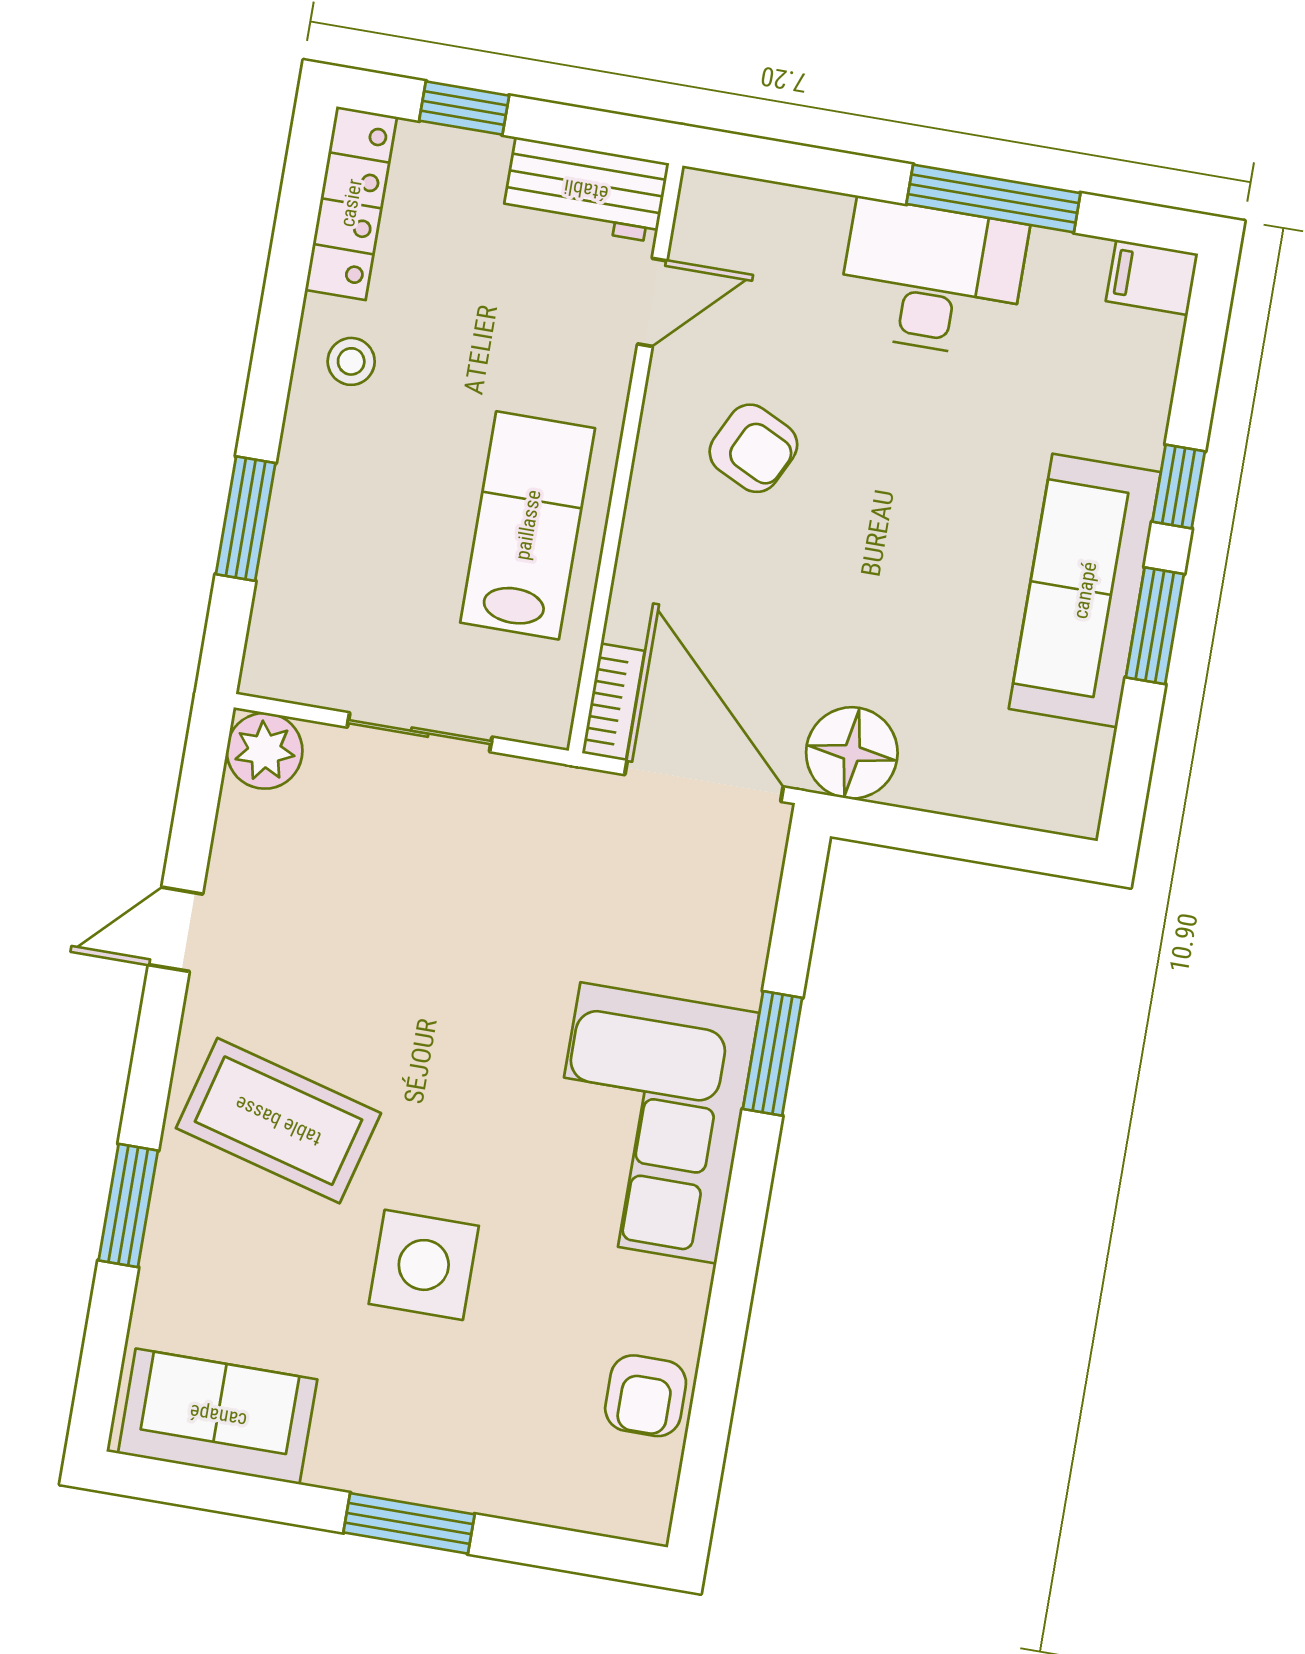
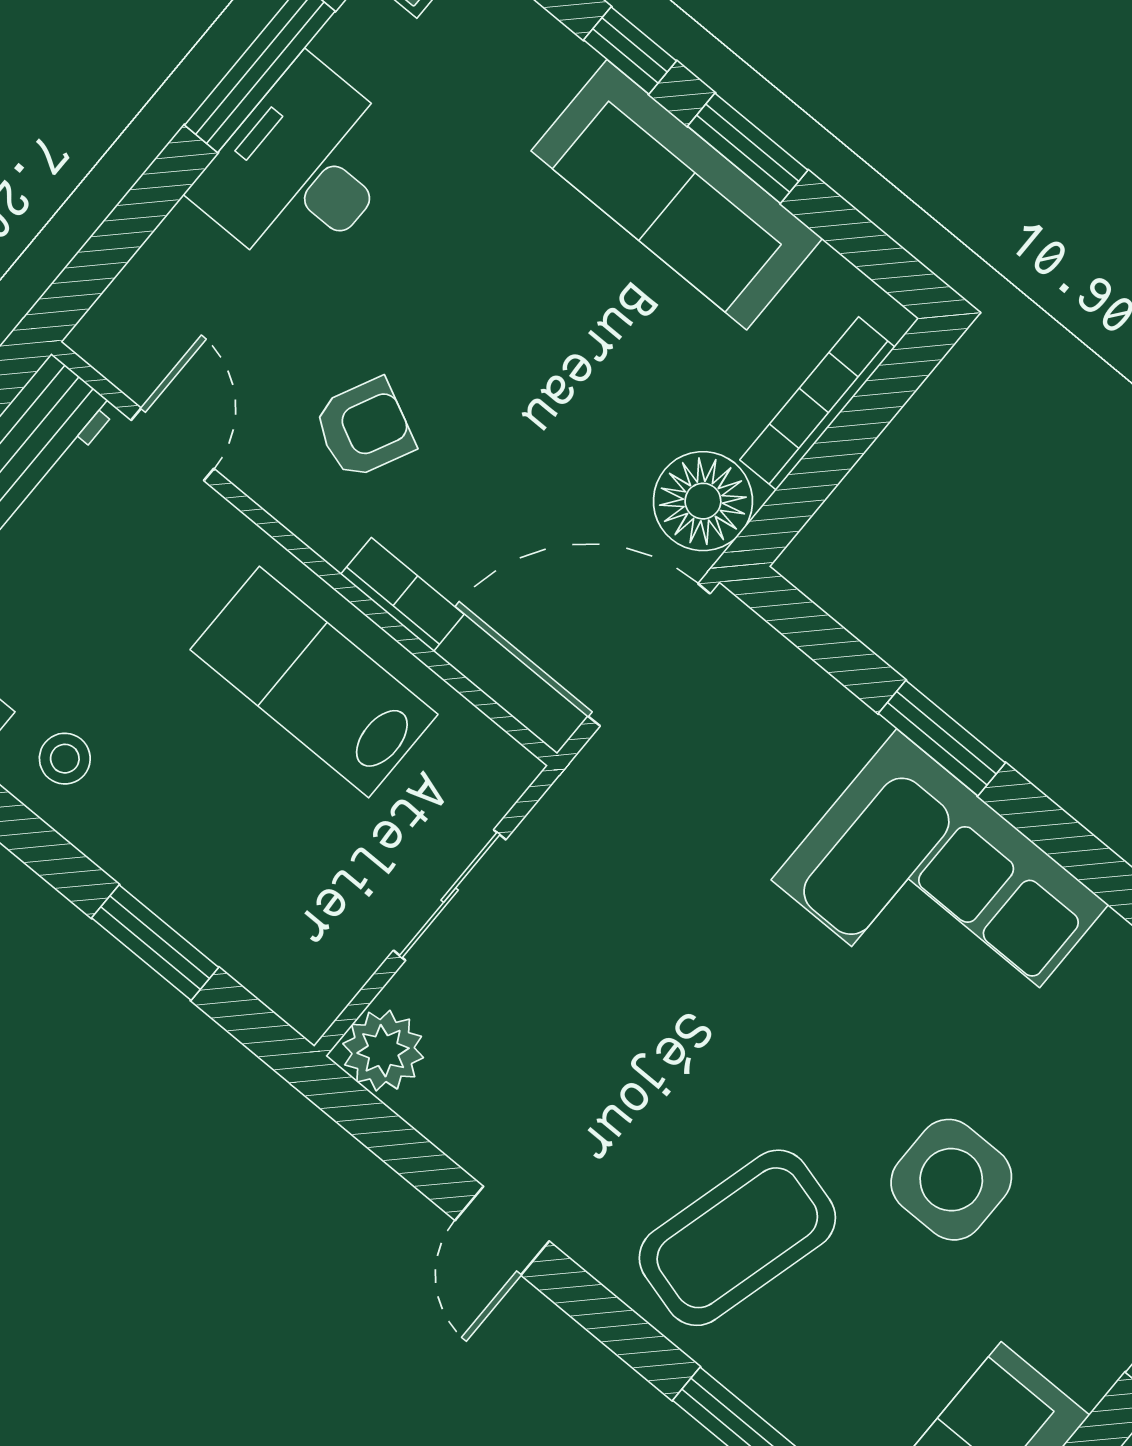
bookcase: (613, 702) -> (402, 594), moved
bookcase: (983, 799) -> (817, 403), added

